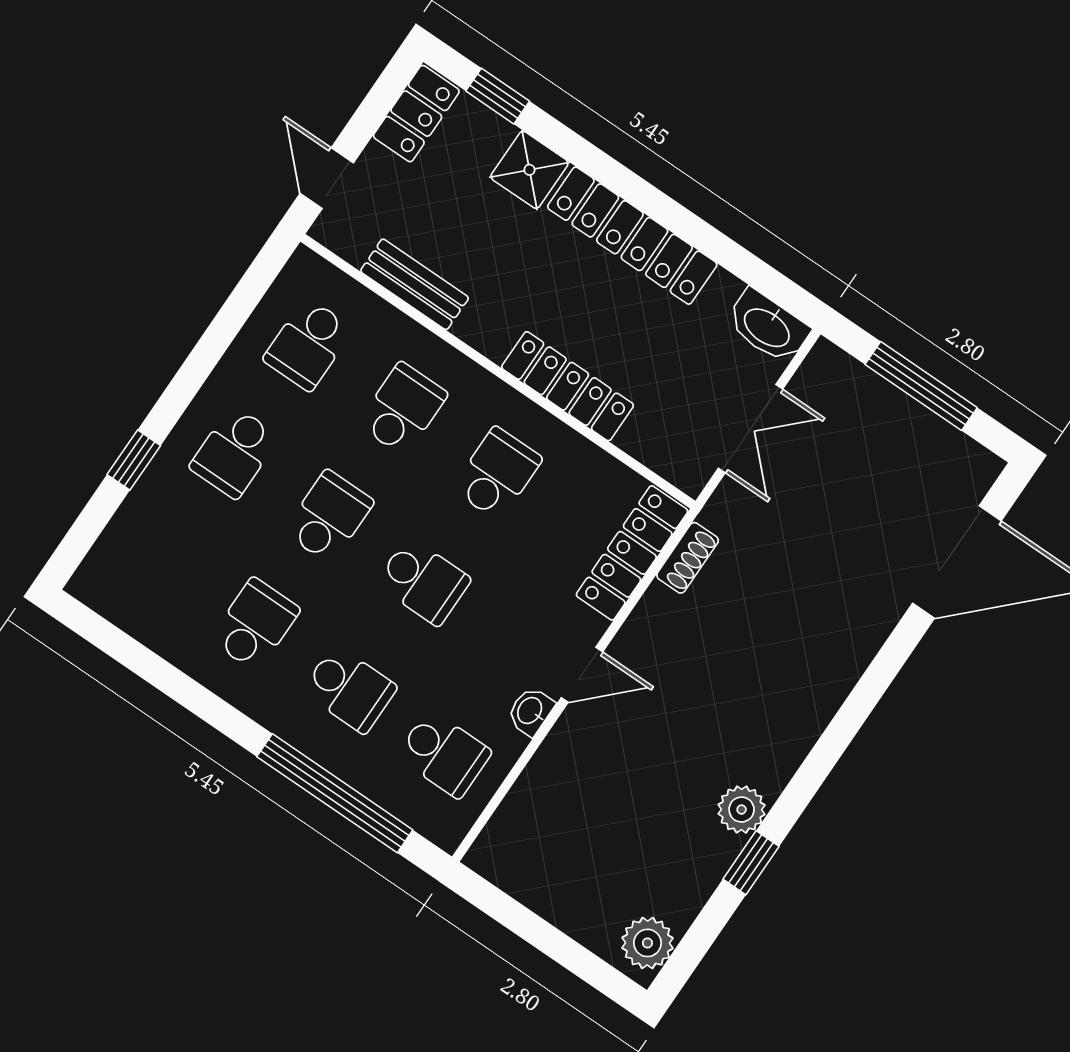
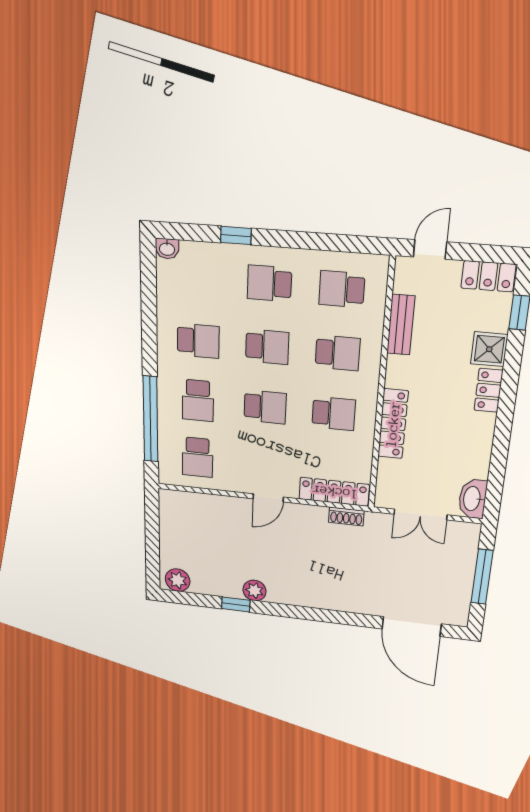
locker: (632, 236) -> (488, 390), width x0.46, depth x0.83
school desk: (423, 581) -> (265, 407), turned -90
door: (582, 675) -> (268, 498), hinge flipped
washbasin: (530, 711) -> (167, 249), moved, turned 180

